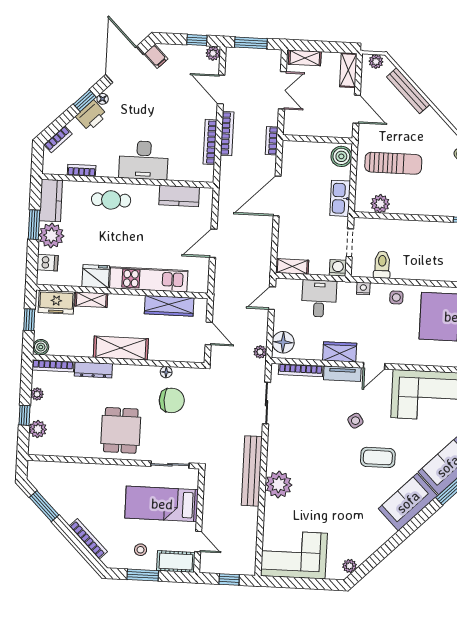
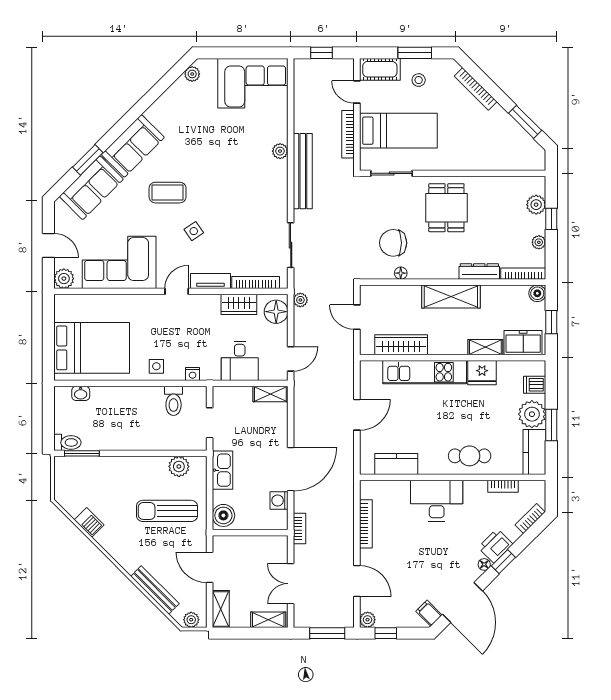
bookcase: (227, 134) -> (348, 134), moved
washing machine: (338, 268) -> (279, 500), moved, turned 90
wardrobe: (340, 352) -> (239, 304), moved
plant: (279, 485) -> (280, 151), width x0.53, depth x0.53

